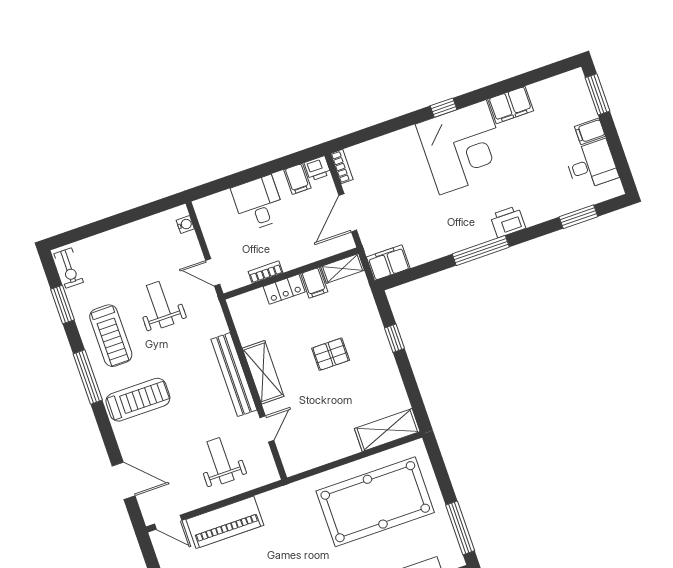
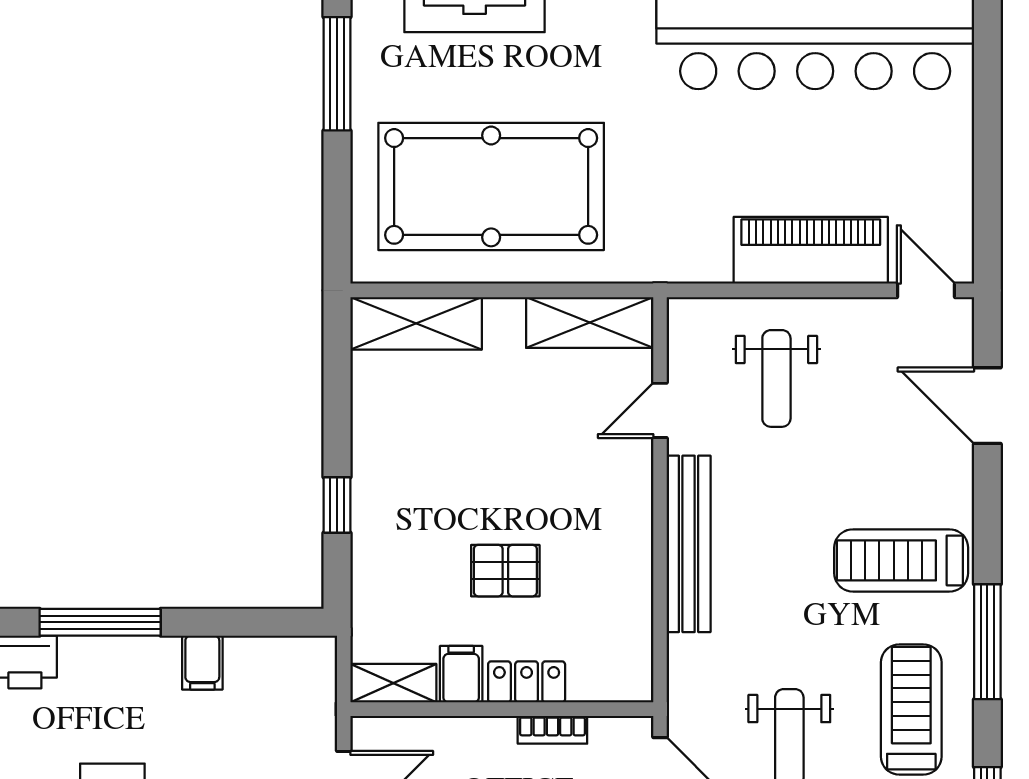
filing cabinet: (388, 263) -> (202, 663), moved, width x0.50
pallet: (331, 354) -> (505, 571), moved
shelving: (263, 372) -> (590, 323), moved, turned 90

